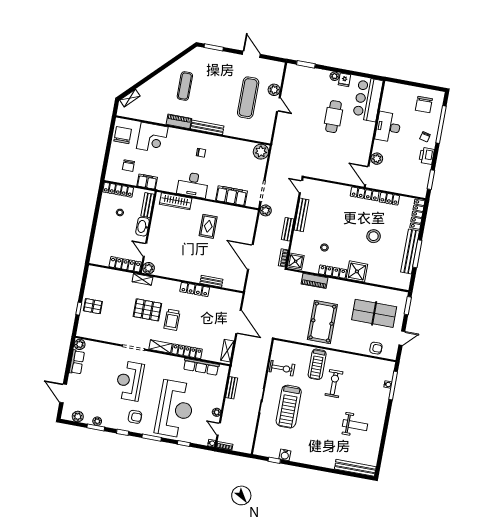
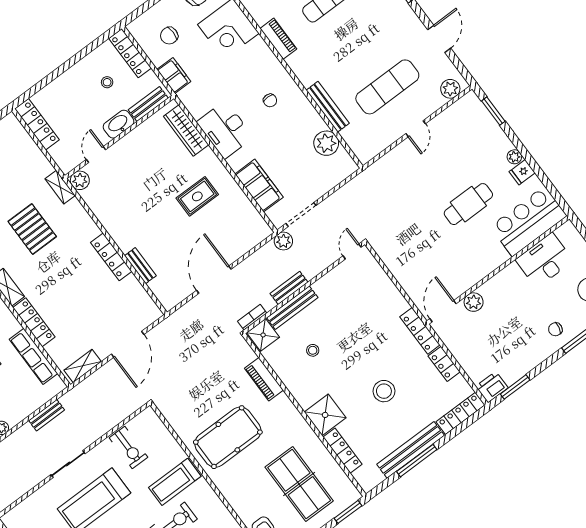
plant: (274, 90) -> (450, 89), moved
bench: (207, 127) -> (328, 107), moved
desk: (388, 127) -> (544, 260), moved
plant: (261, 152) -> (326, 143), moved
printer: (427, 156) -> (492, 387), moved
bench: (301, 215) -> (292, 308), moved
locker: (125, 264) -> (37, 124), moved
locker: (332, 272) -> (343, 451), moved
trolley: (172, 320) -> (51, 268), removed

